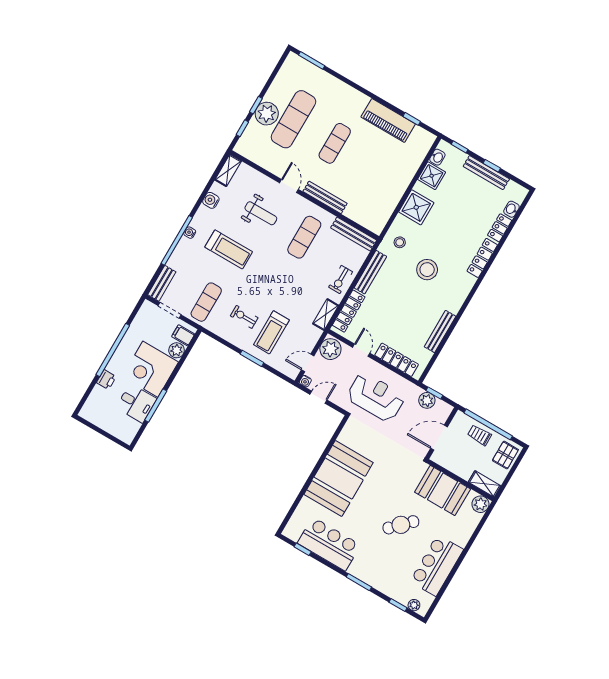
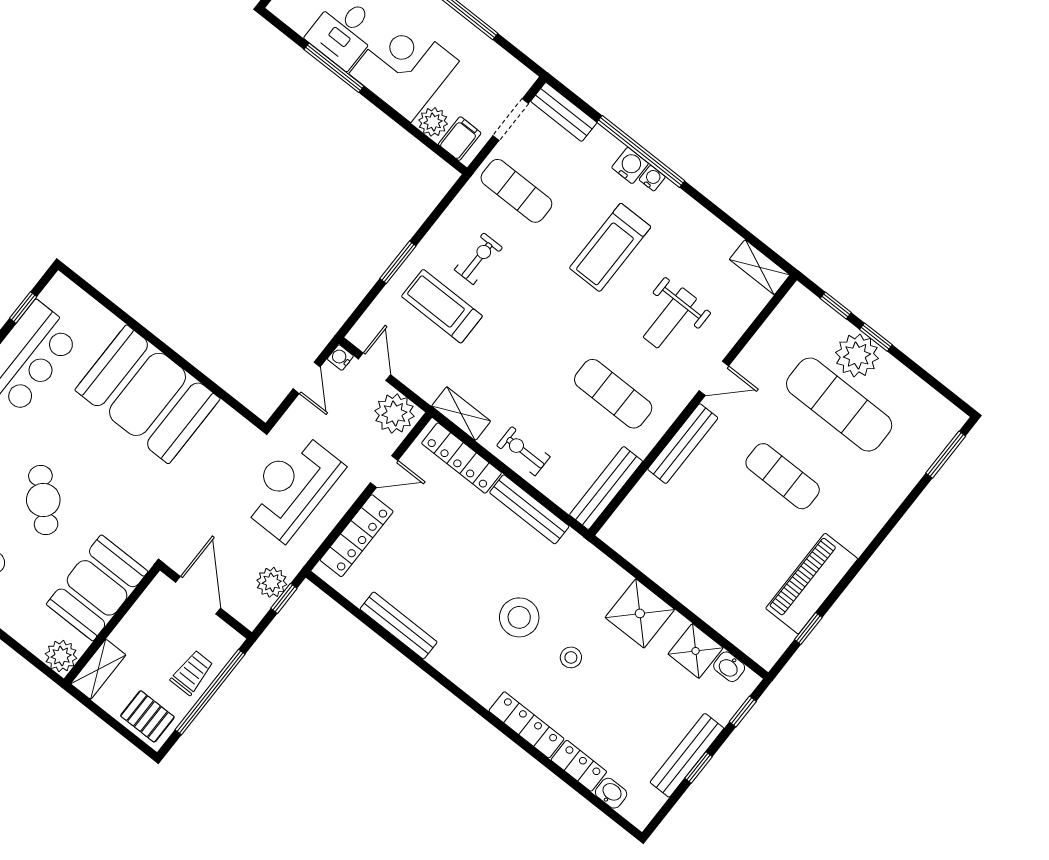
water cooler: (211, 200) -> (630, 165), moved
stool: (400, 242) -> (571, 657), moved
reception desk: (376, 397) -> (292, 486), turned 180

